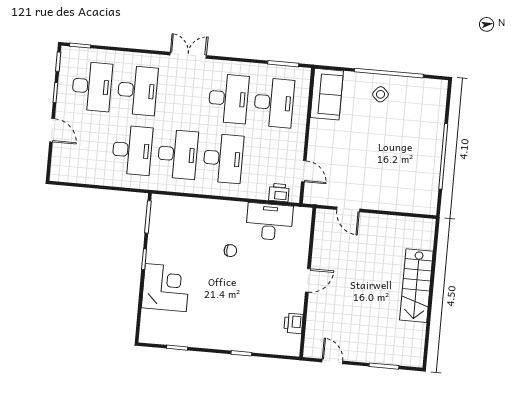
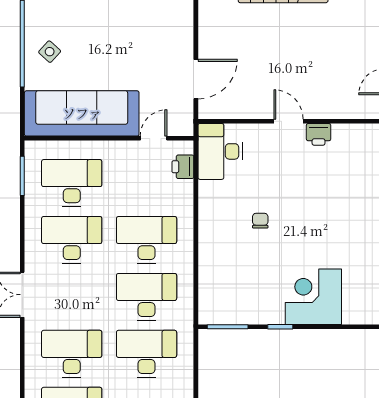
sofa: (327, 94) -> (82, 113), width x1.85, depth x1.27
door: (348, 209) -> (196, 79), width x1.38
desk: (269, 222) -> (220, 151), moved
printer: (293, 323) -> (319, 134), moved

